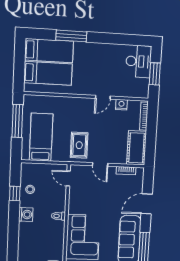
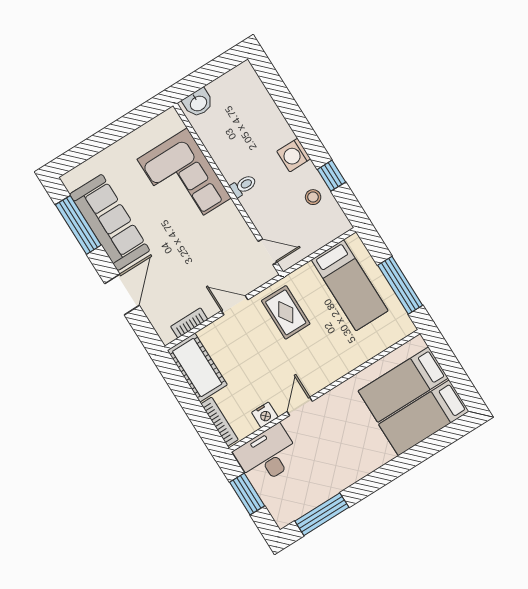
window: (71, 36) -> (322, 514), moved
desk: (139, 61) -> (267, 455), moved, turned 90

